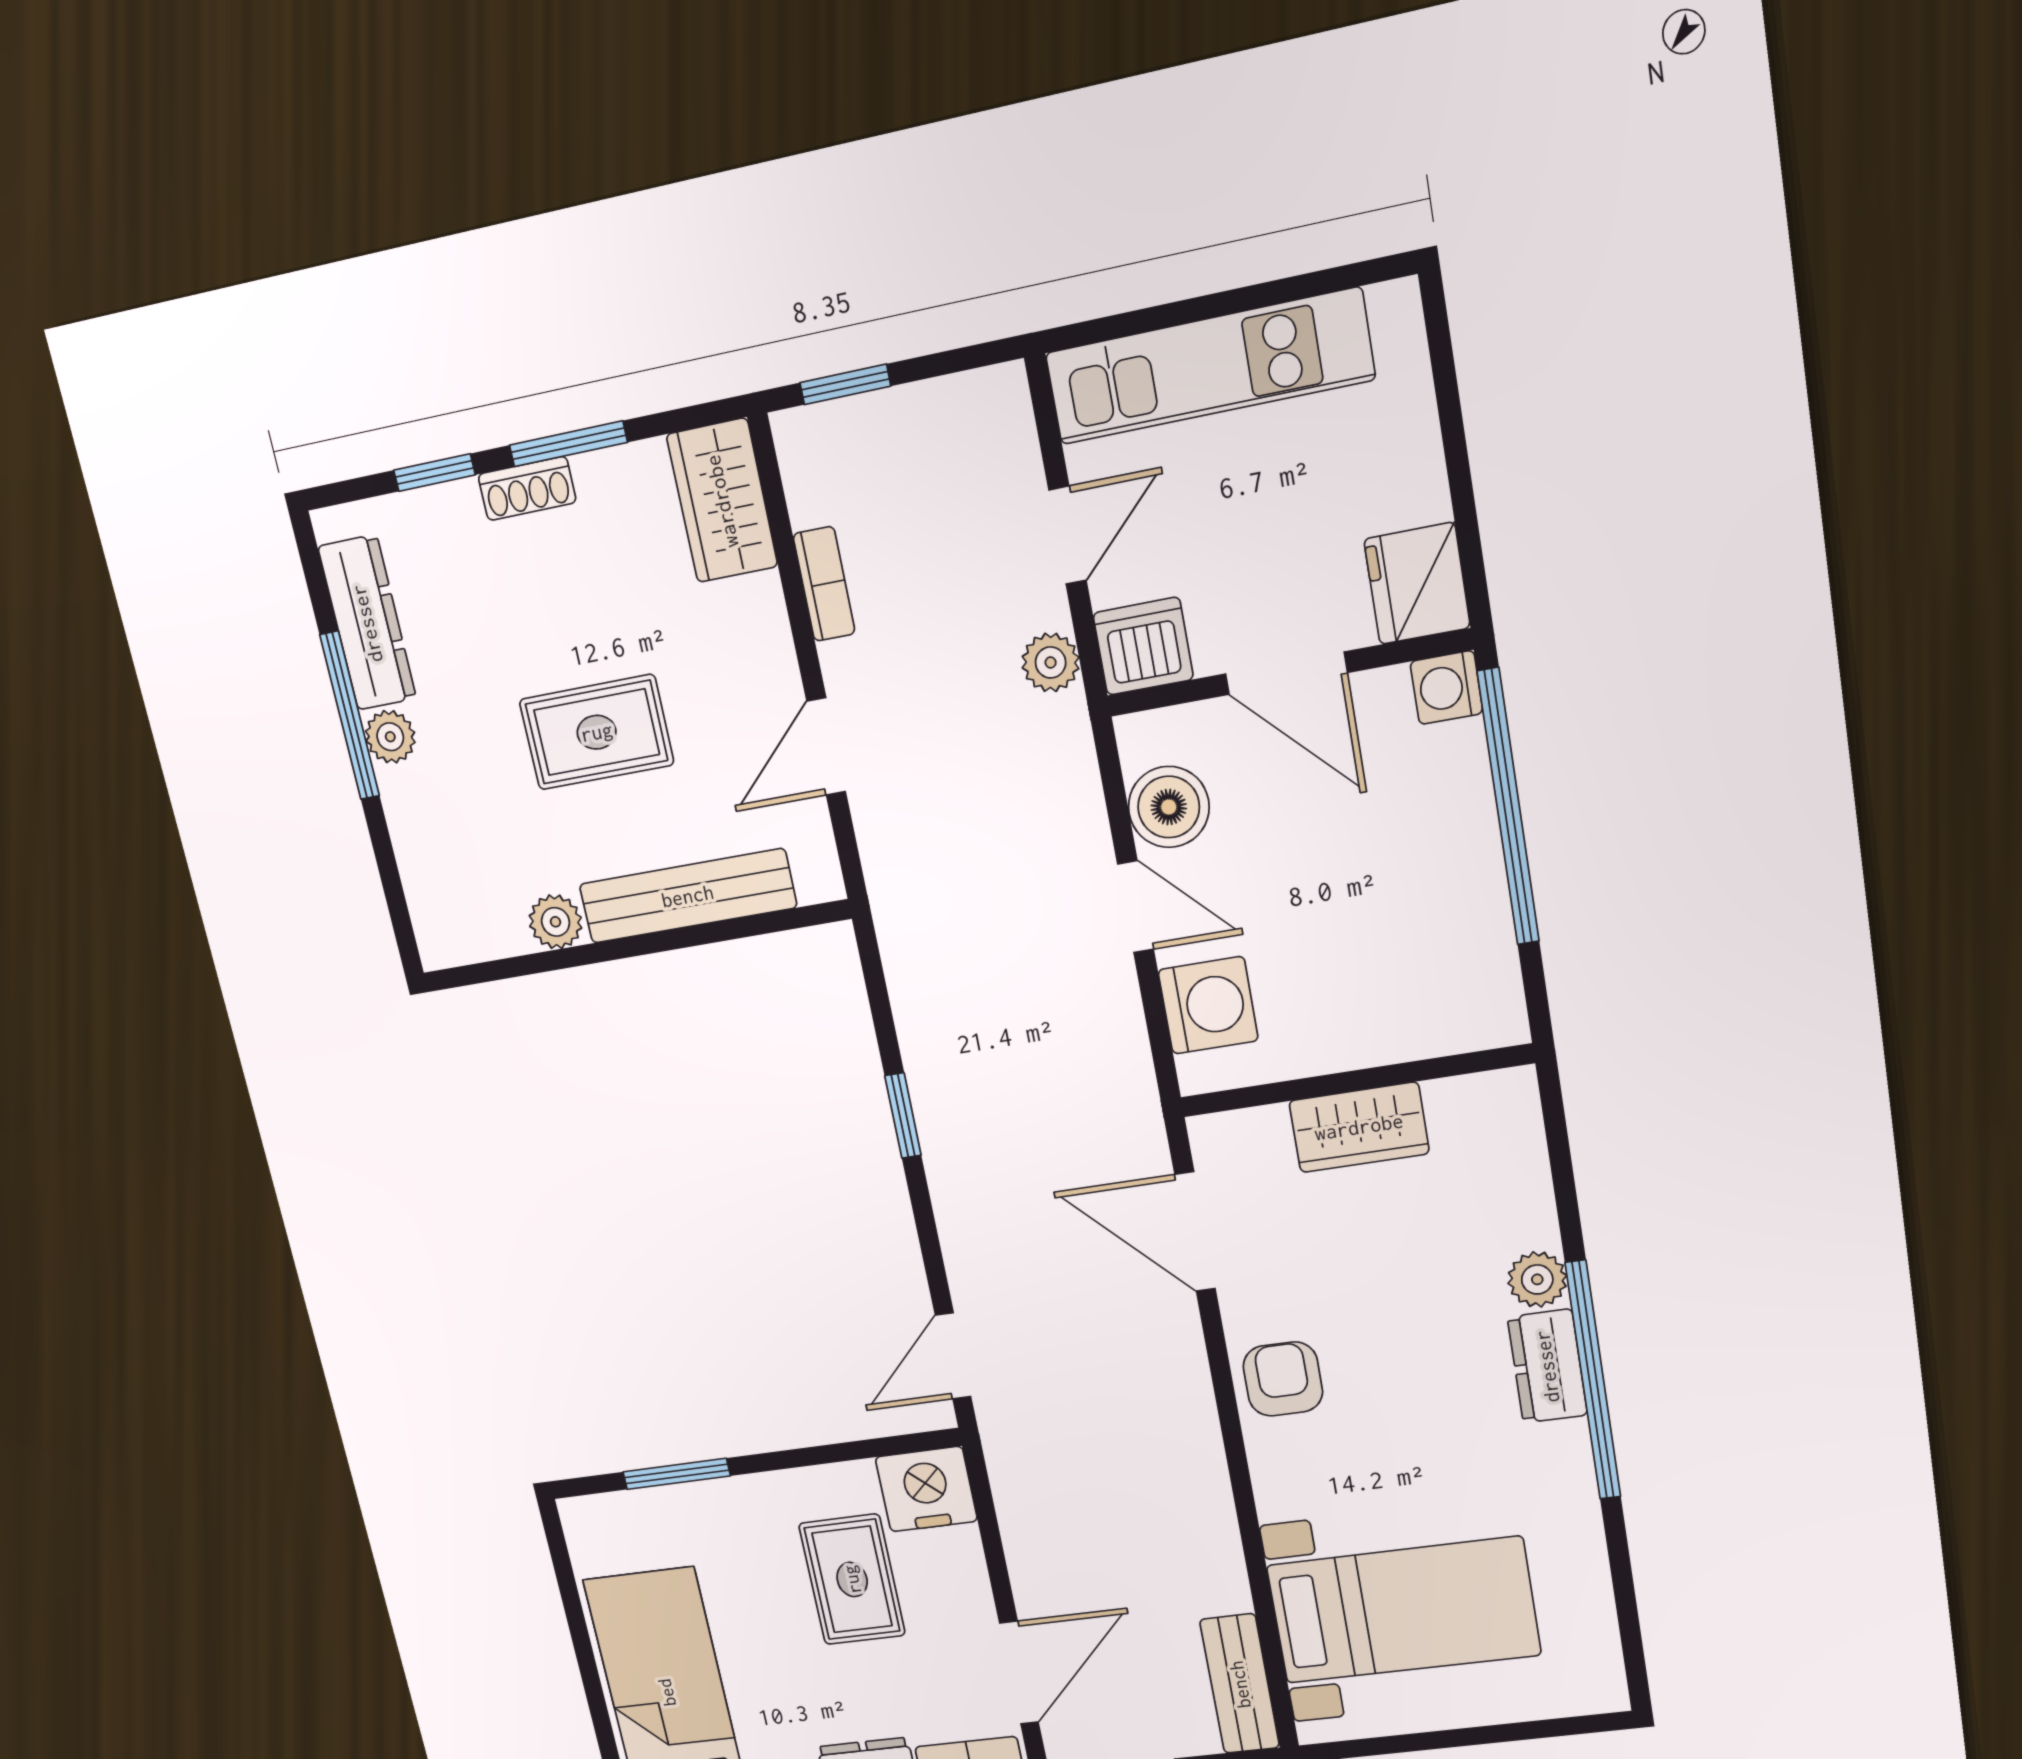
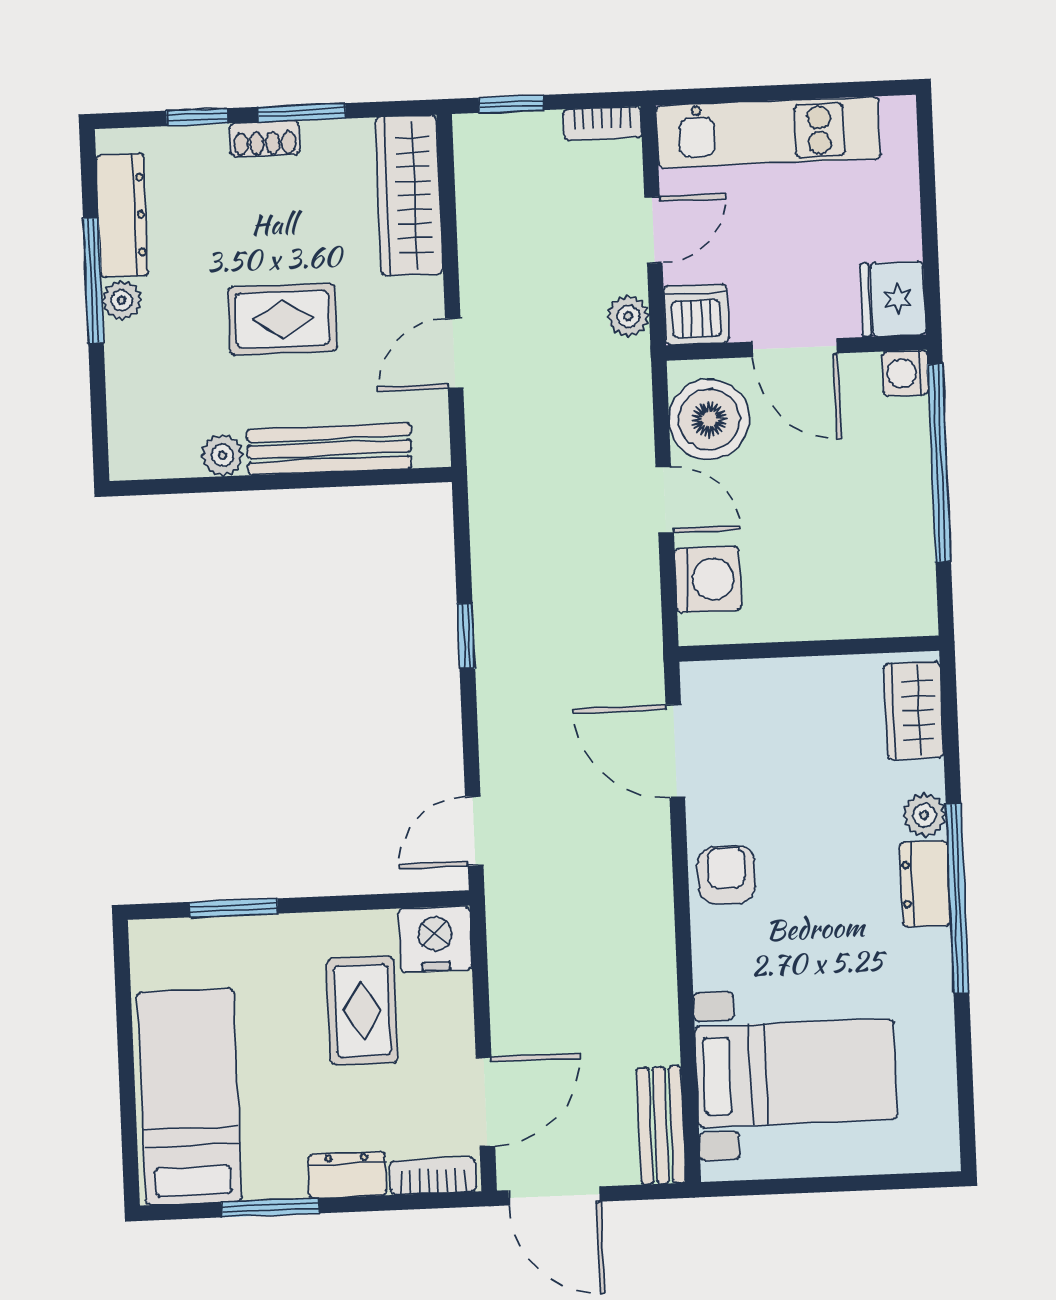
wardrobe: (722, 501) -> (409, 196), width x1.50
bookcase: (824, 584) -> (602, 123), moved, turned 90
boiler: (1169, 807) -> (709, 419), width x1.37, depth x1.37
wardrobe: (1359, 1127) -> (914, 710), moved, turned 90

